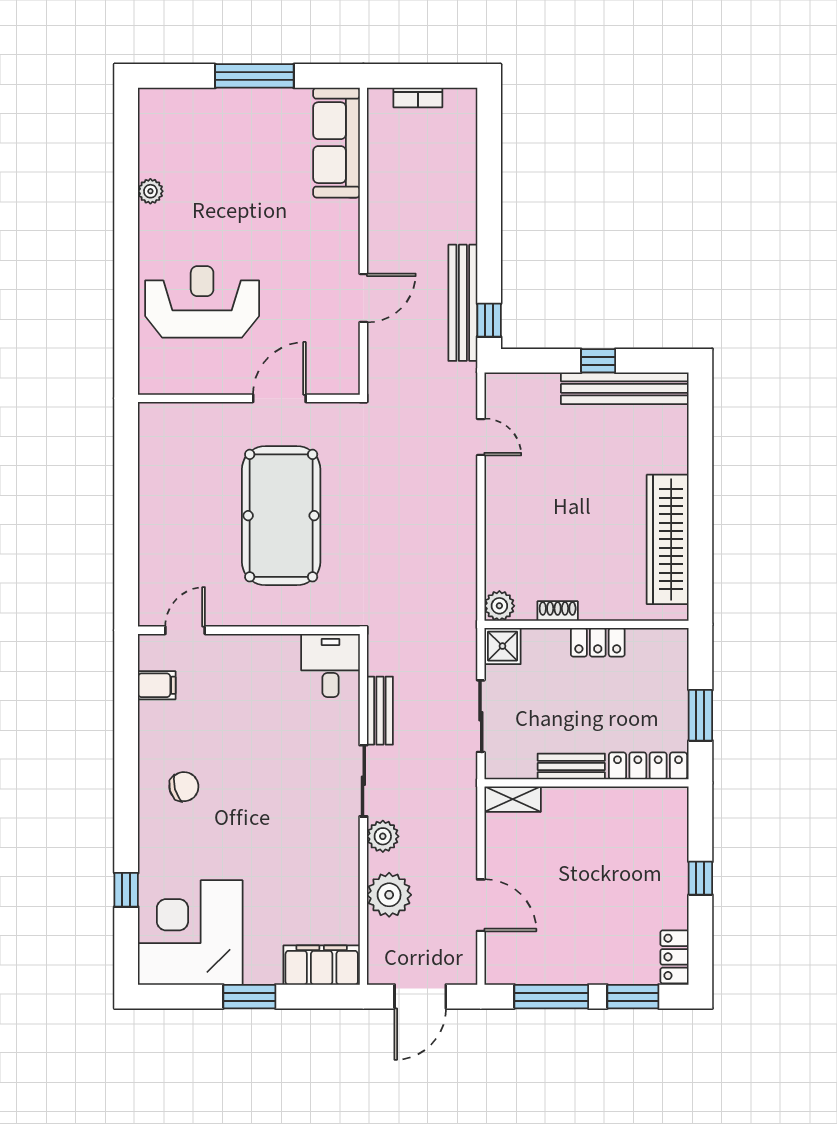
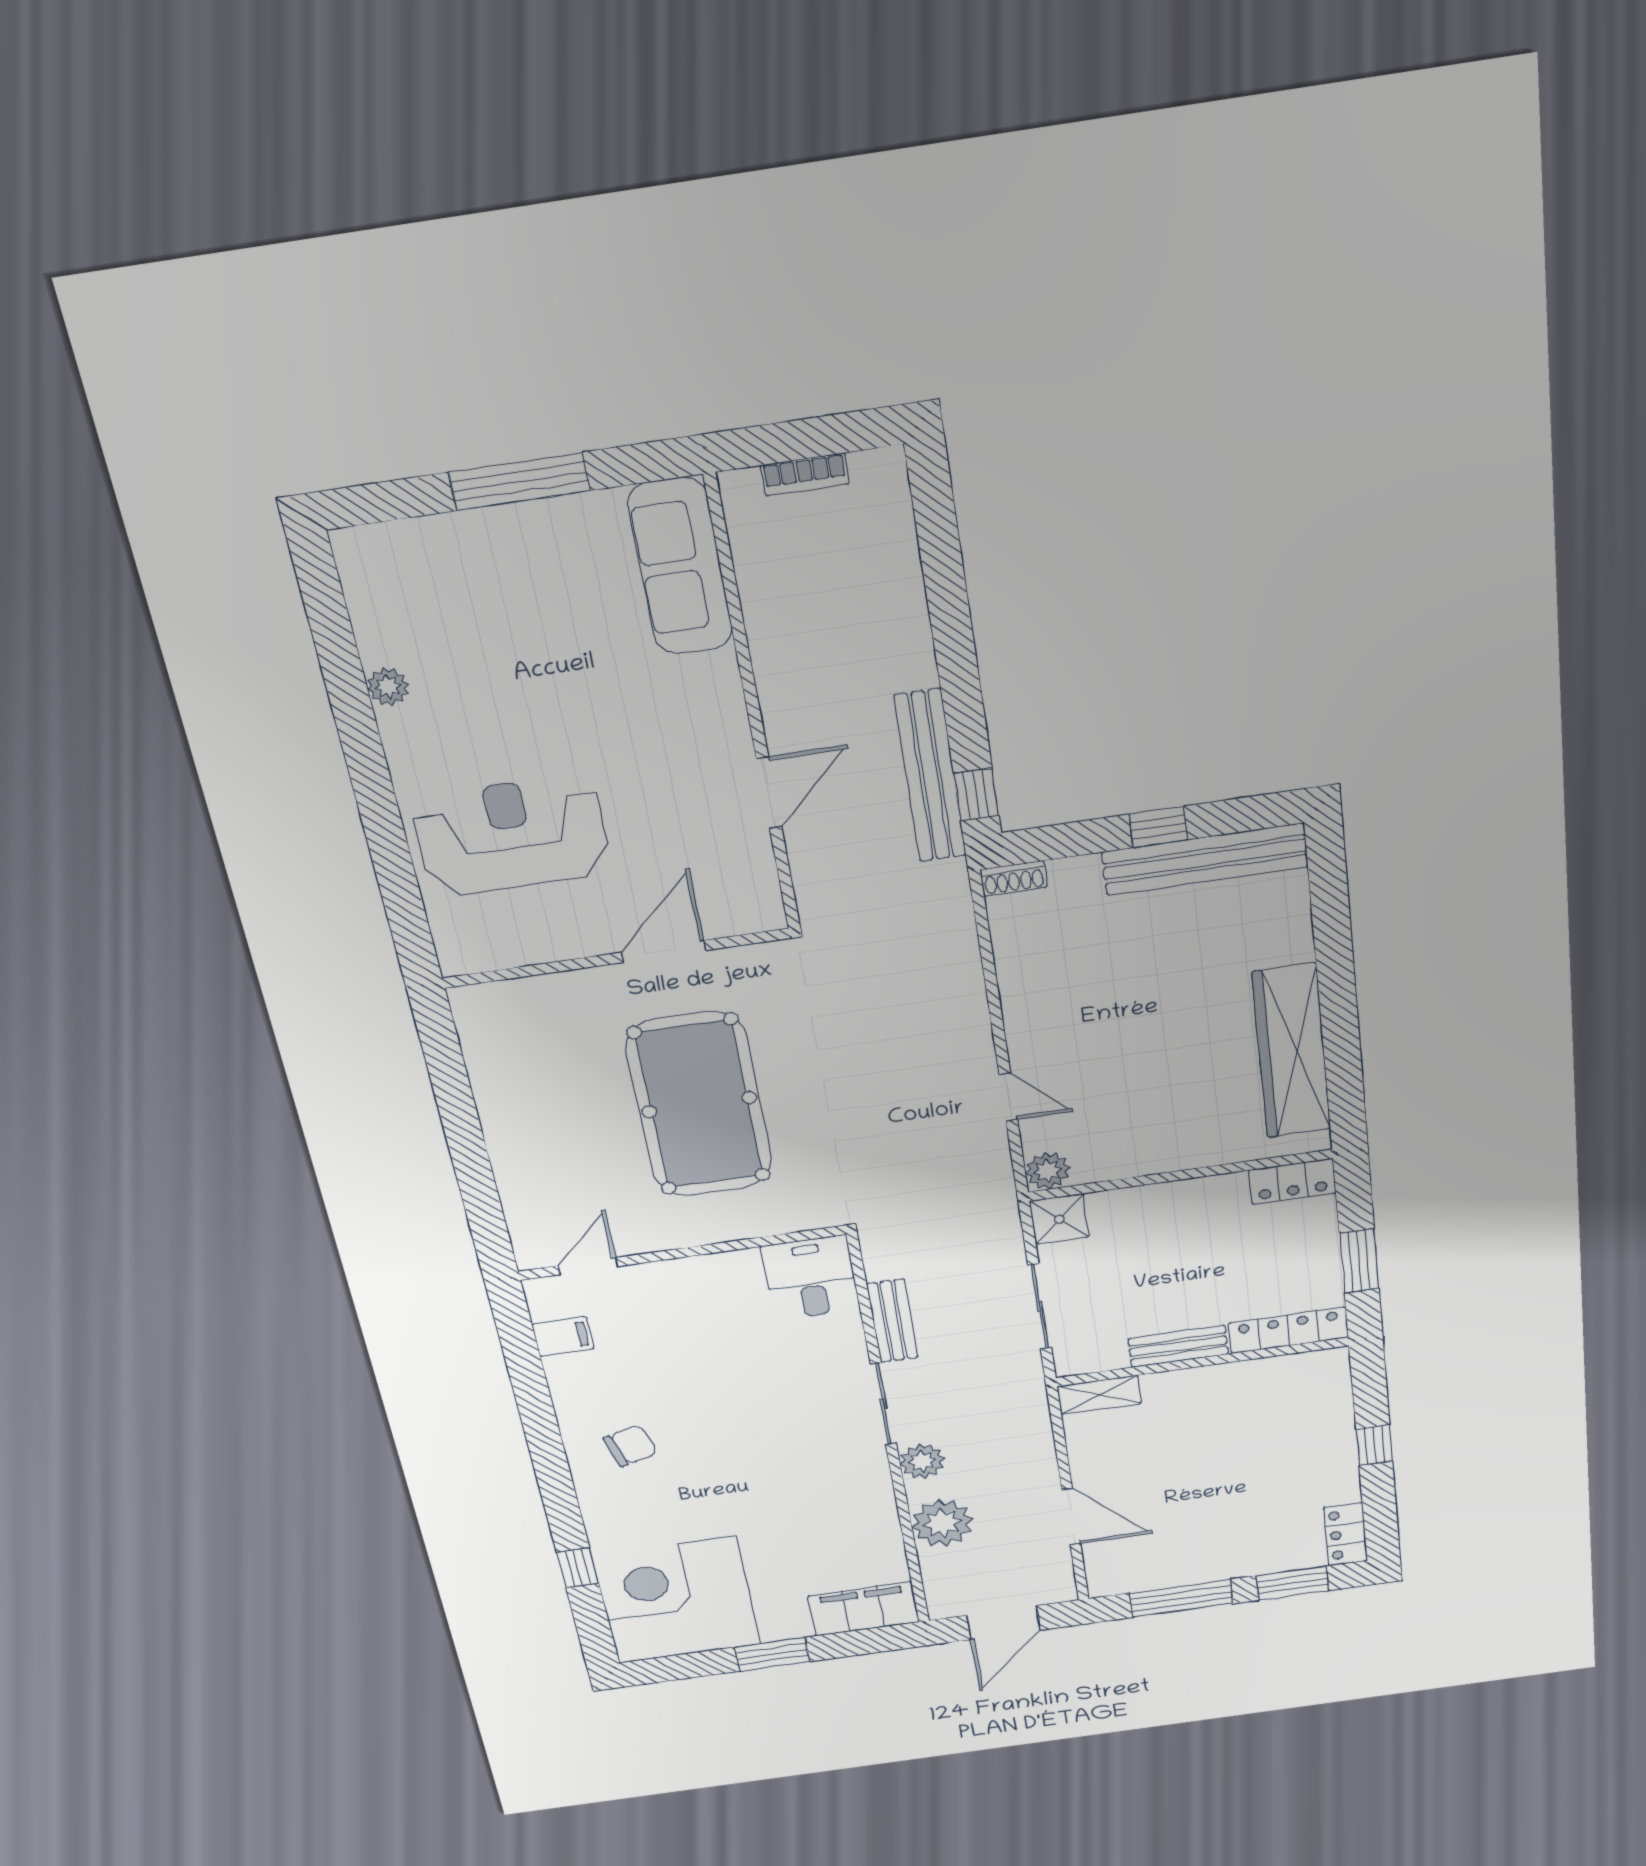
door: (481, 437) -> (1008, 1097), moved
shoe rack: (558, 611) -> (1014, 878), moved, turned 180
locker: (598, 642) -> (1292, 1182), moved

